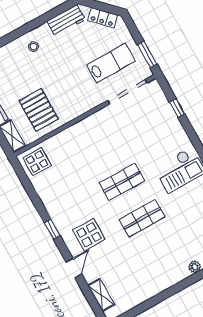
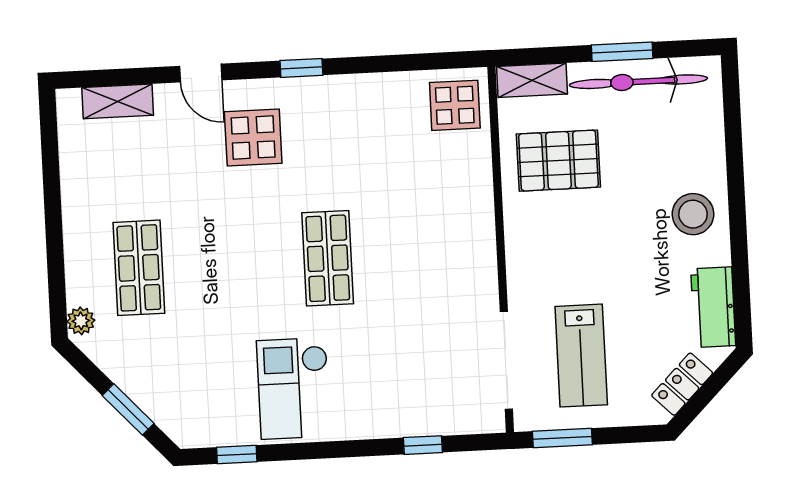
stool: (34, 47) -> (693, 214), width x1.89, depth x1.89
shop shelf: (142, 218) -> (139, 268), moved

